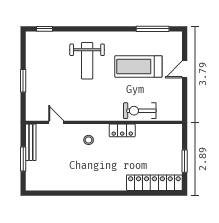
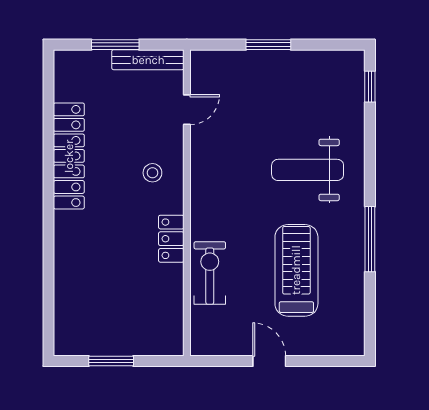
window: (153, 29) -> (370, 239), moved
door: (185, 69) -> (269, 361), moved
locker: (154, 183) -> (69, 156), moved

